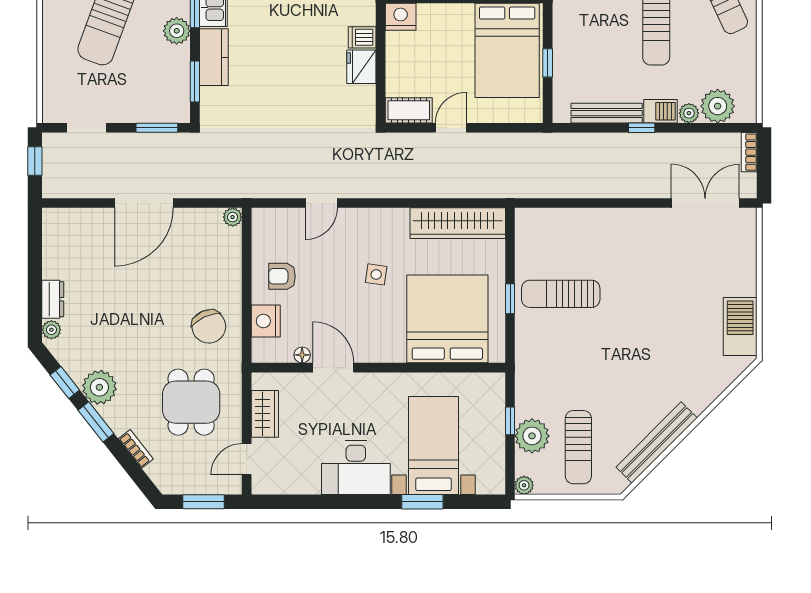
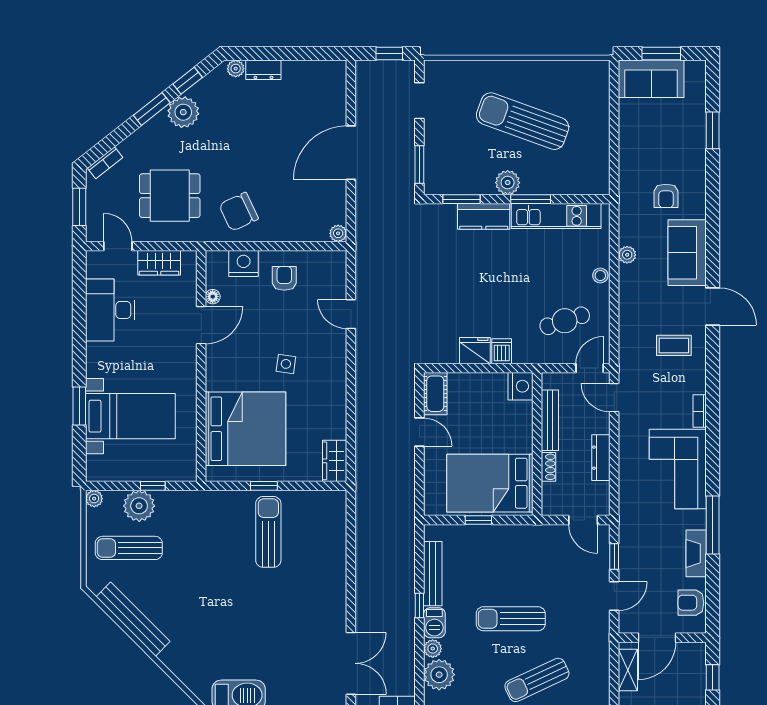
door: (144, 203) -> (351, 153), hinge flipped
wardrobe: (458, 223) -> (335, 461), width x0.48, depth x0.85
bookcase: (136, 449) -> (105, 163), moved
desk: (356, 468) -> (110, 310), moved

